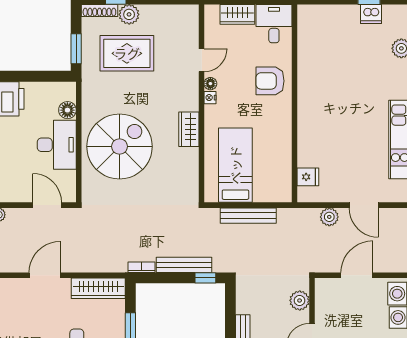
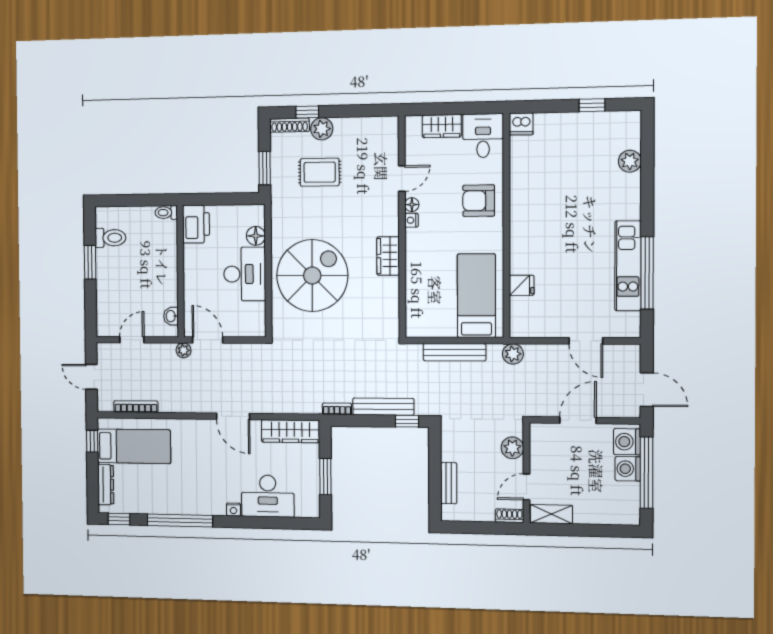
dishwasher: (371, 14) -> (521, 124), moved
rug: (127, 53) -> (320, 172), width x0.73, depth x0.70
bed: (235, 165) -> (476, 296), moved
fridge: (308, 177) -> (522, 285), moved
door: (47, 205) -> (208, 340), moved
plant: (329, 217) -> (513, 354), moved
door: (45, 275) -> (233, 416), swing flipped

